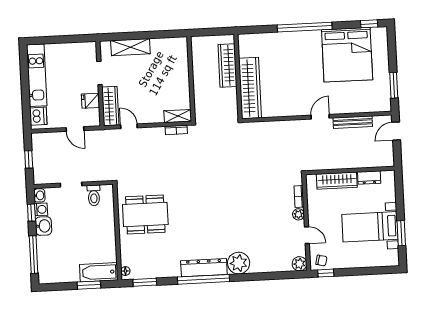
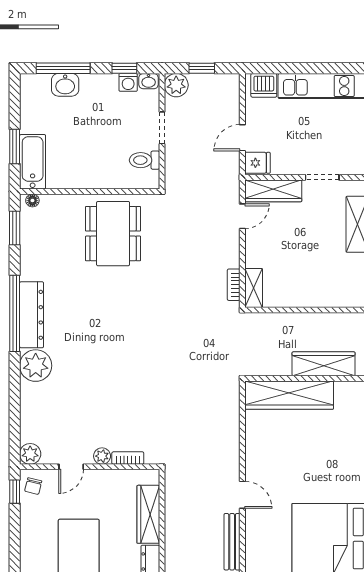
fridge: (91, 101) -> (257, 163), moved, turned 90
plant: (41, 176) -> (176, 85), added
washbasin: (43, 226) -> (65, 85), moved

